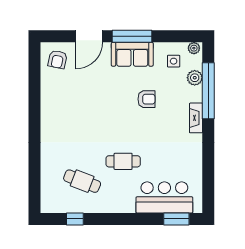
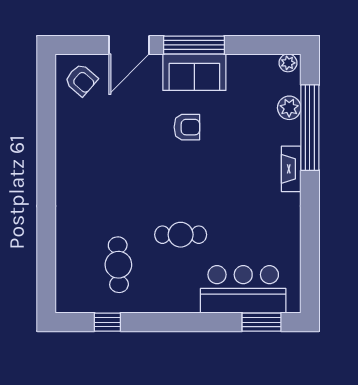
armchair: (58, 59) -> (81, 80), turned -61
side table: (174, 61) -> (257, 83), removed
armchair: (146, 99) -> (187, 127), moved
cafe table: (82, 181) -> (118, 265), turned 67

